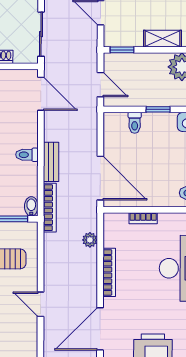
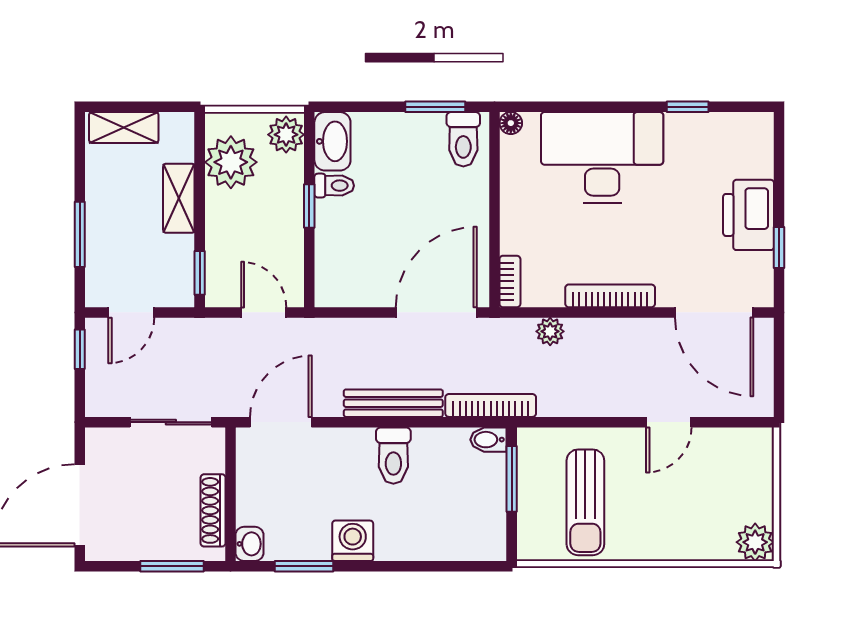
door: (100, 85) -> (264, 312), hinge flipped
toilet: (135, 123) -> (334, 186), moved
toilet: (27, 155) -> (393, 456), width x1.37, depth x1.39
bench: (51, 162) -> (393, 403), width x1.36
bookcase: (143, 218) -> (510, 281), moved

